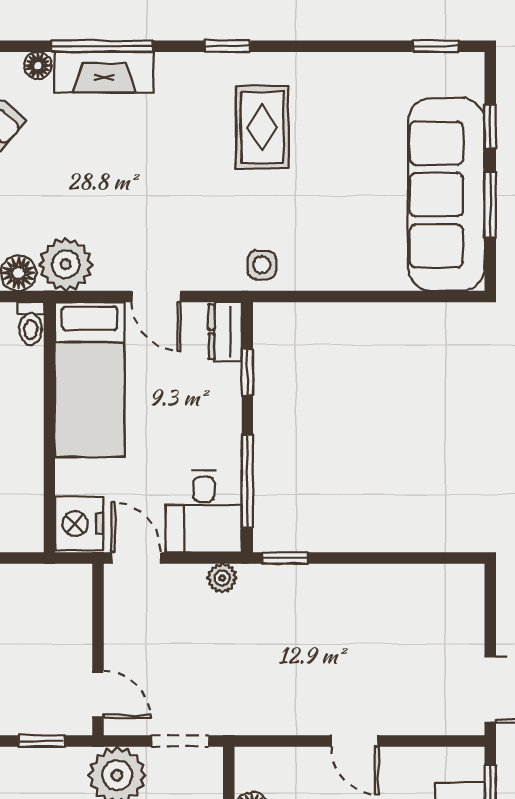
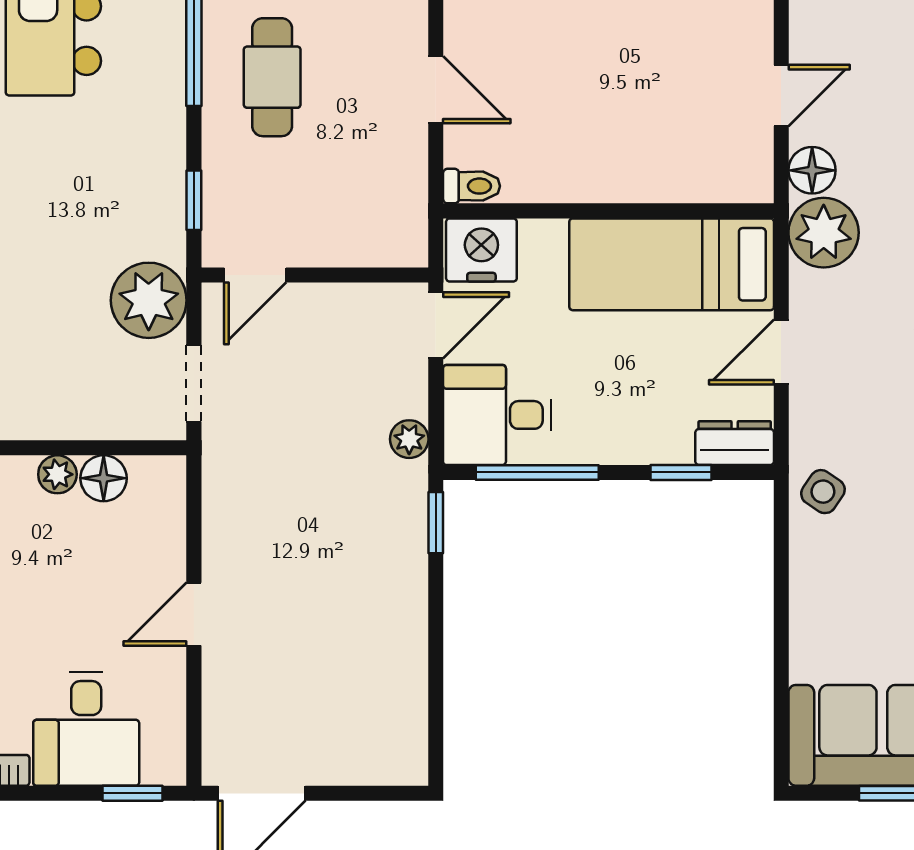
side table: (262, 265) -> (823, 492), turned 34
toilet: (31, 324) -> (471, 186), moved, turned 180

